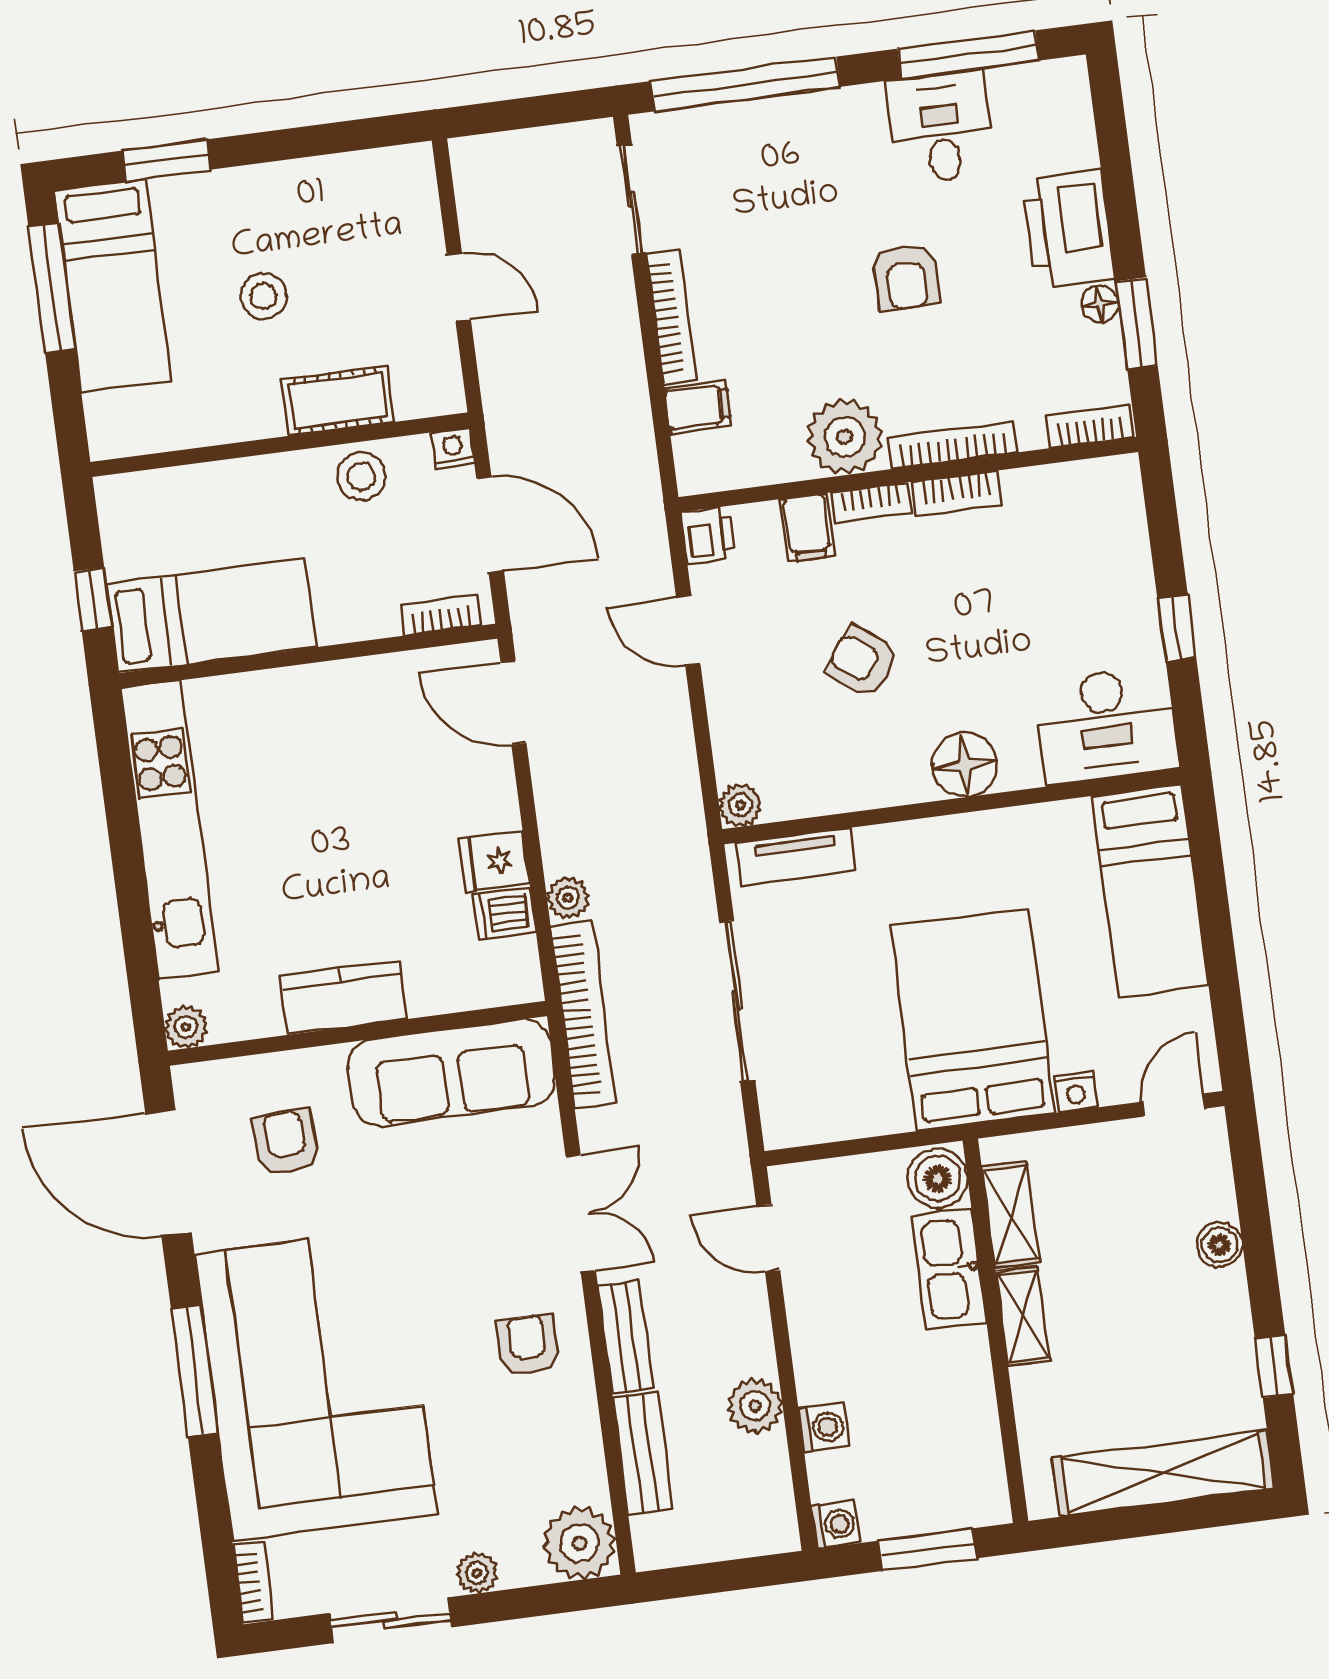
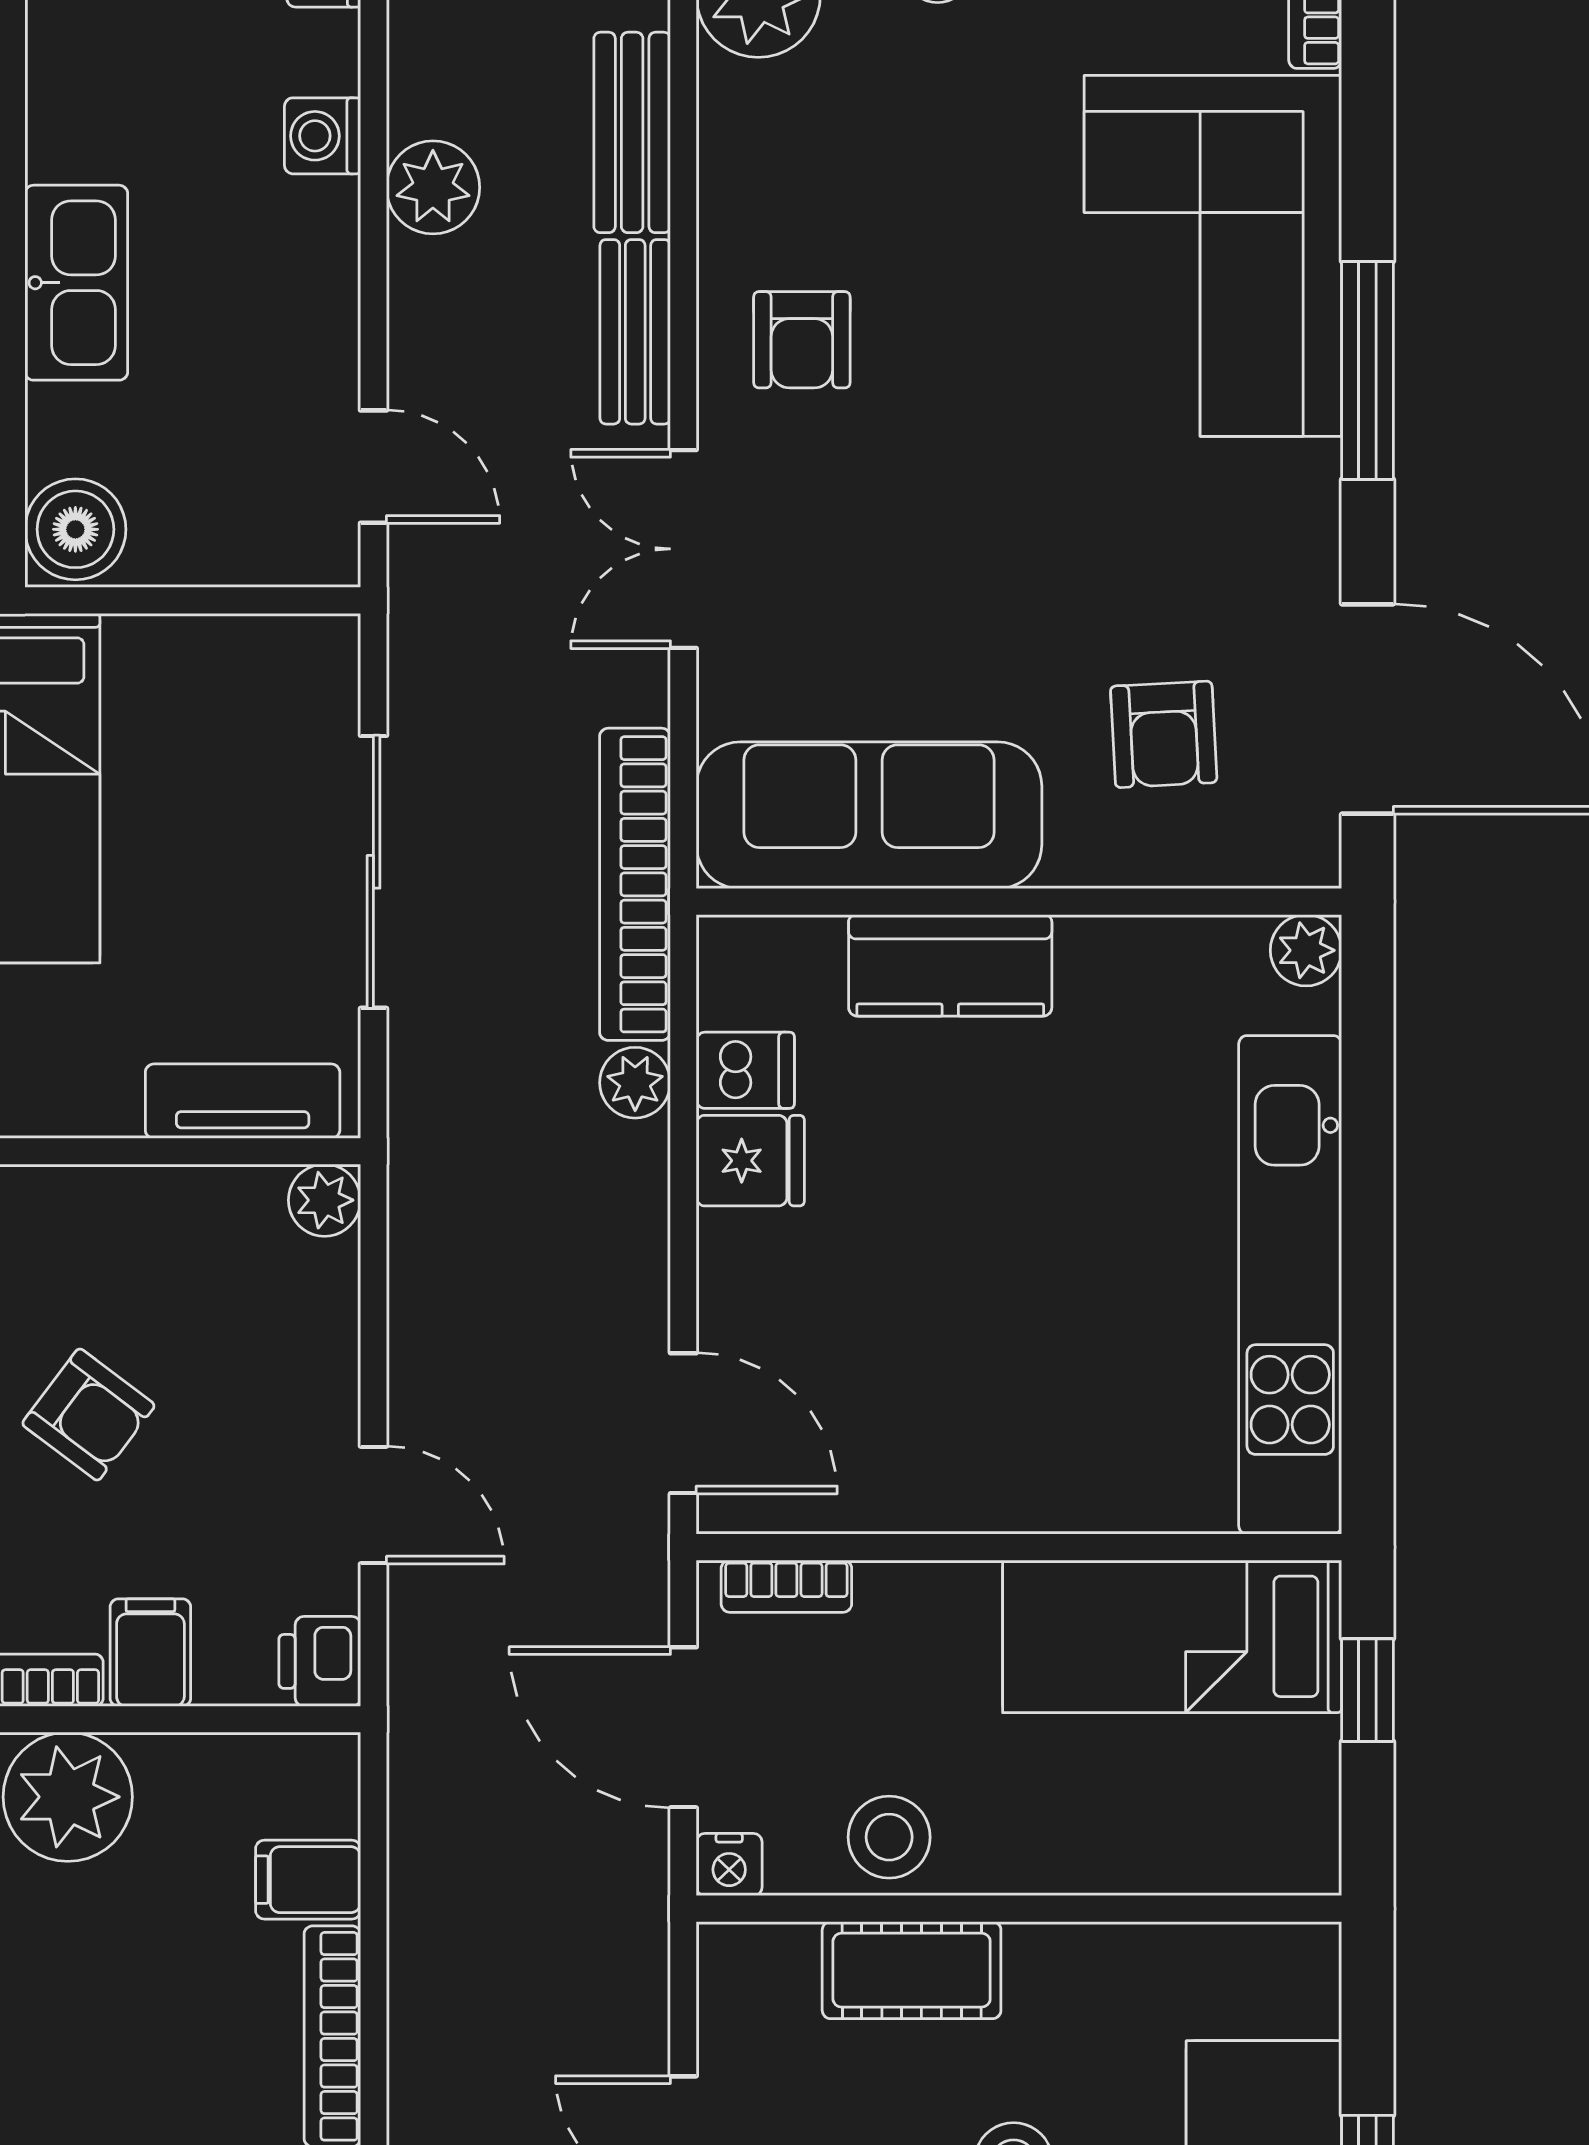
kitchen counter: (343, 997) -> (950, 965), moved
kitchen sink: (949, 1269) -> (76, 283), moved
corner sofa: (316, 1384) -> (1213, 256), width x0.73, depth x0.74

